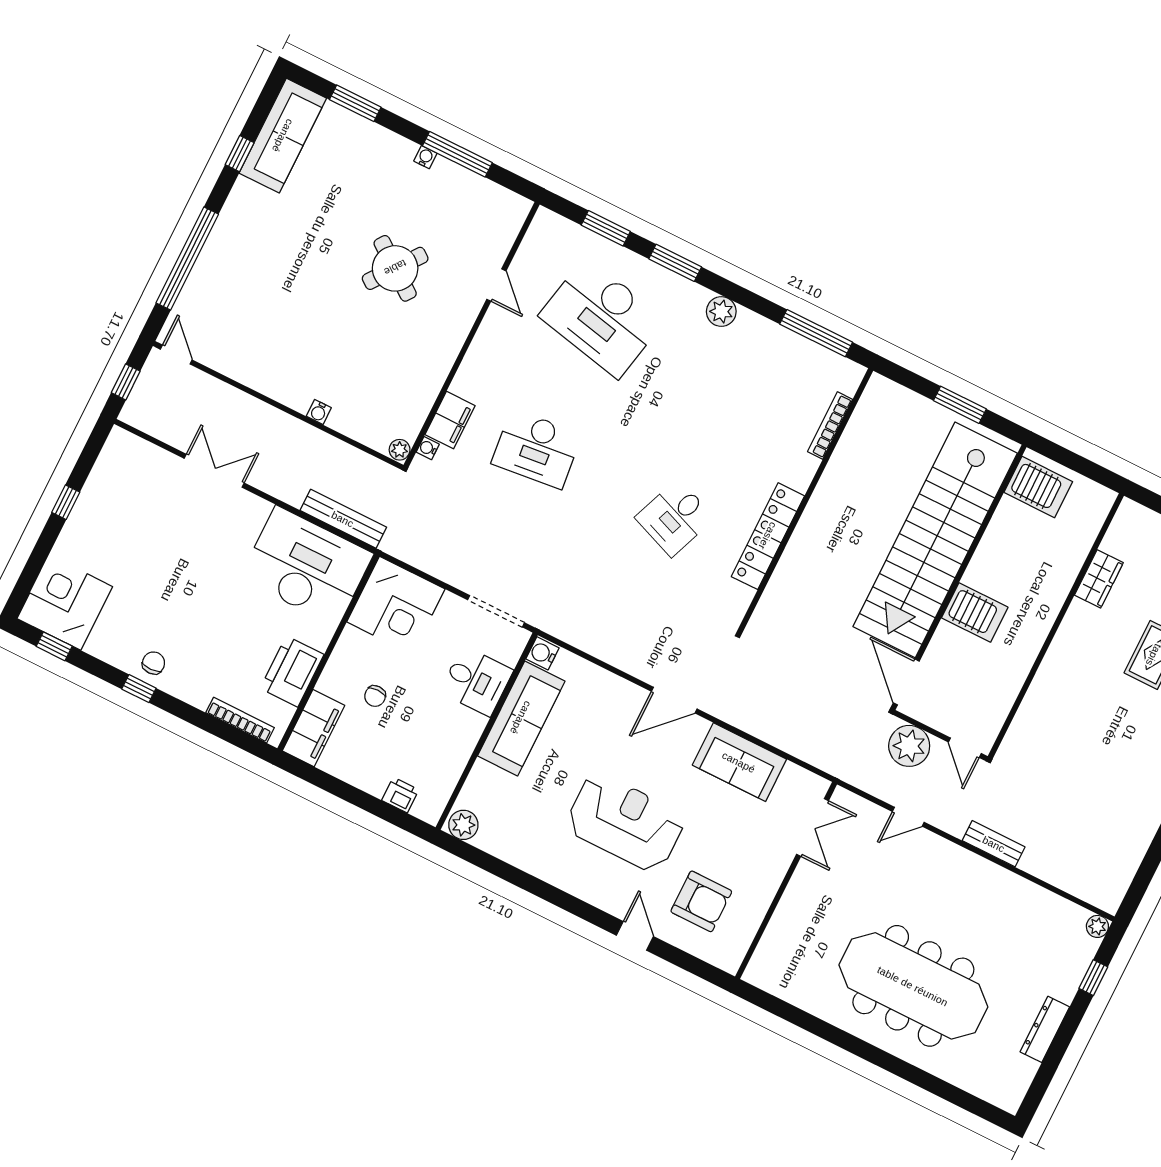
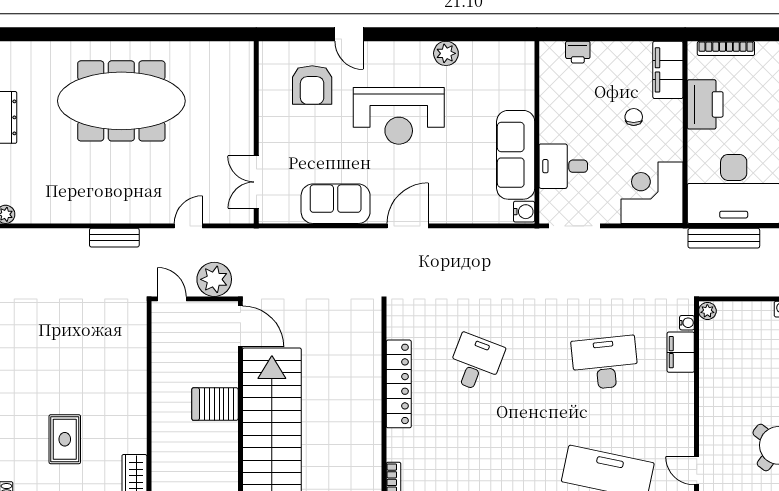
plant: (463, 825) -> (446, 53), moved
armchair: (701, 901) -> (312, 85), turned -90

